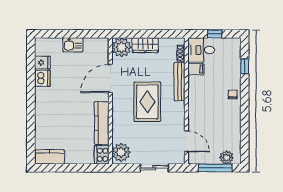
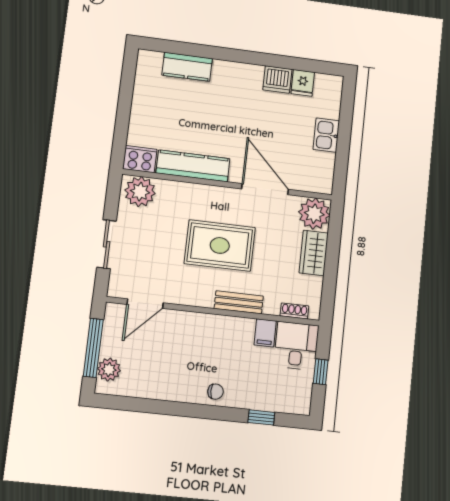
bench: (180, 82) -> (239, 302), width x0.73
kitchen counter: (50, 157) -> (187, 67), moved, turned 90

